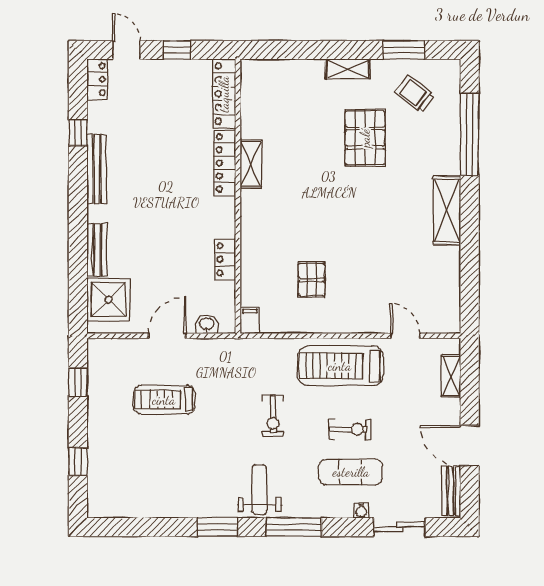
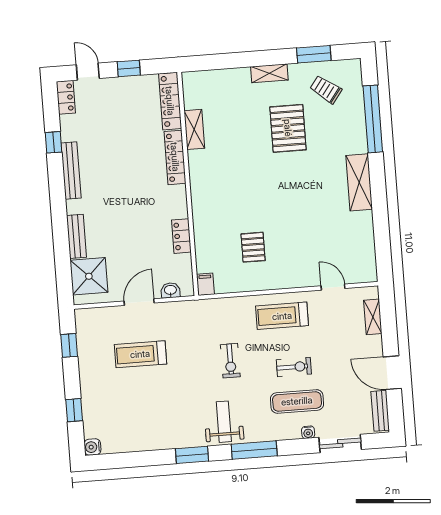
shelving: (251, 164) -> (194, 129), moved
treadmill: (340, 366) -> (282, 316), width x0.73, depth x0.73
water cooler: (97, 508) -> (92, 447), added

